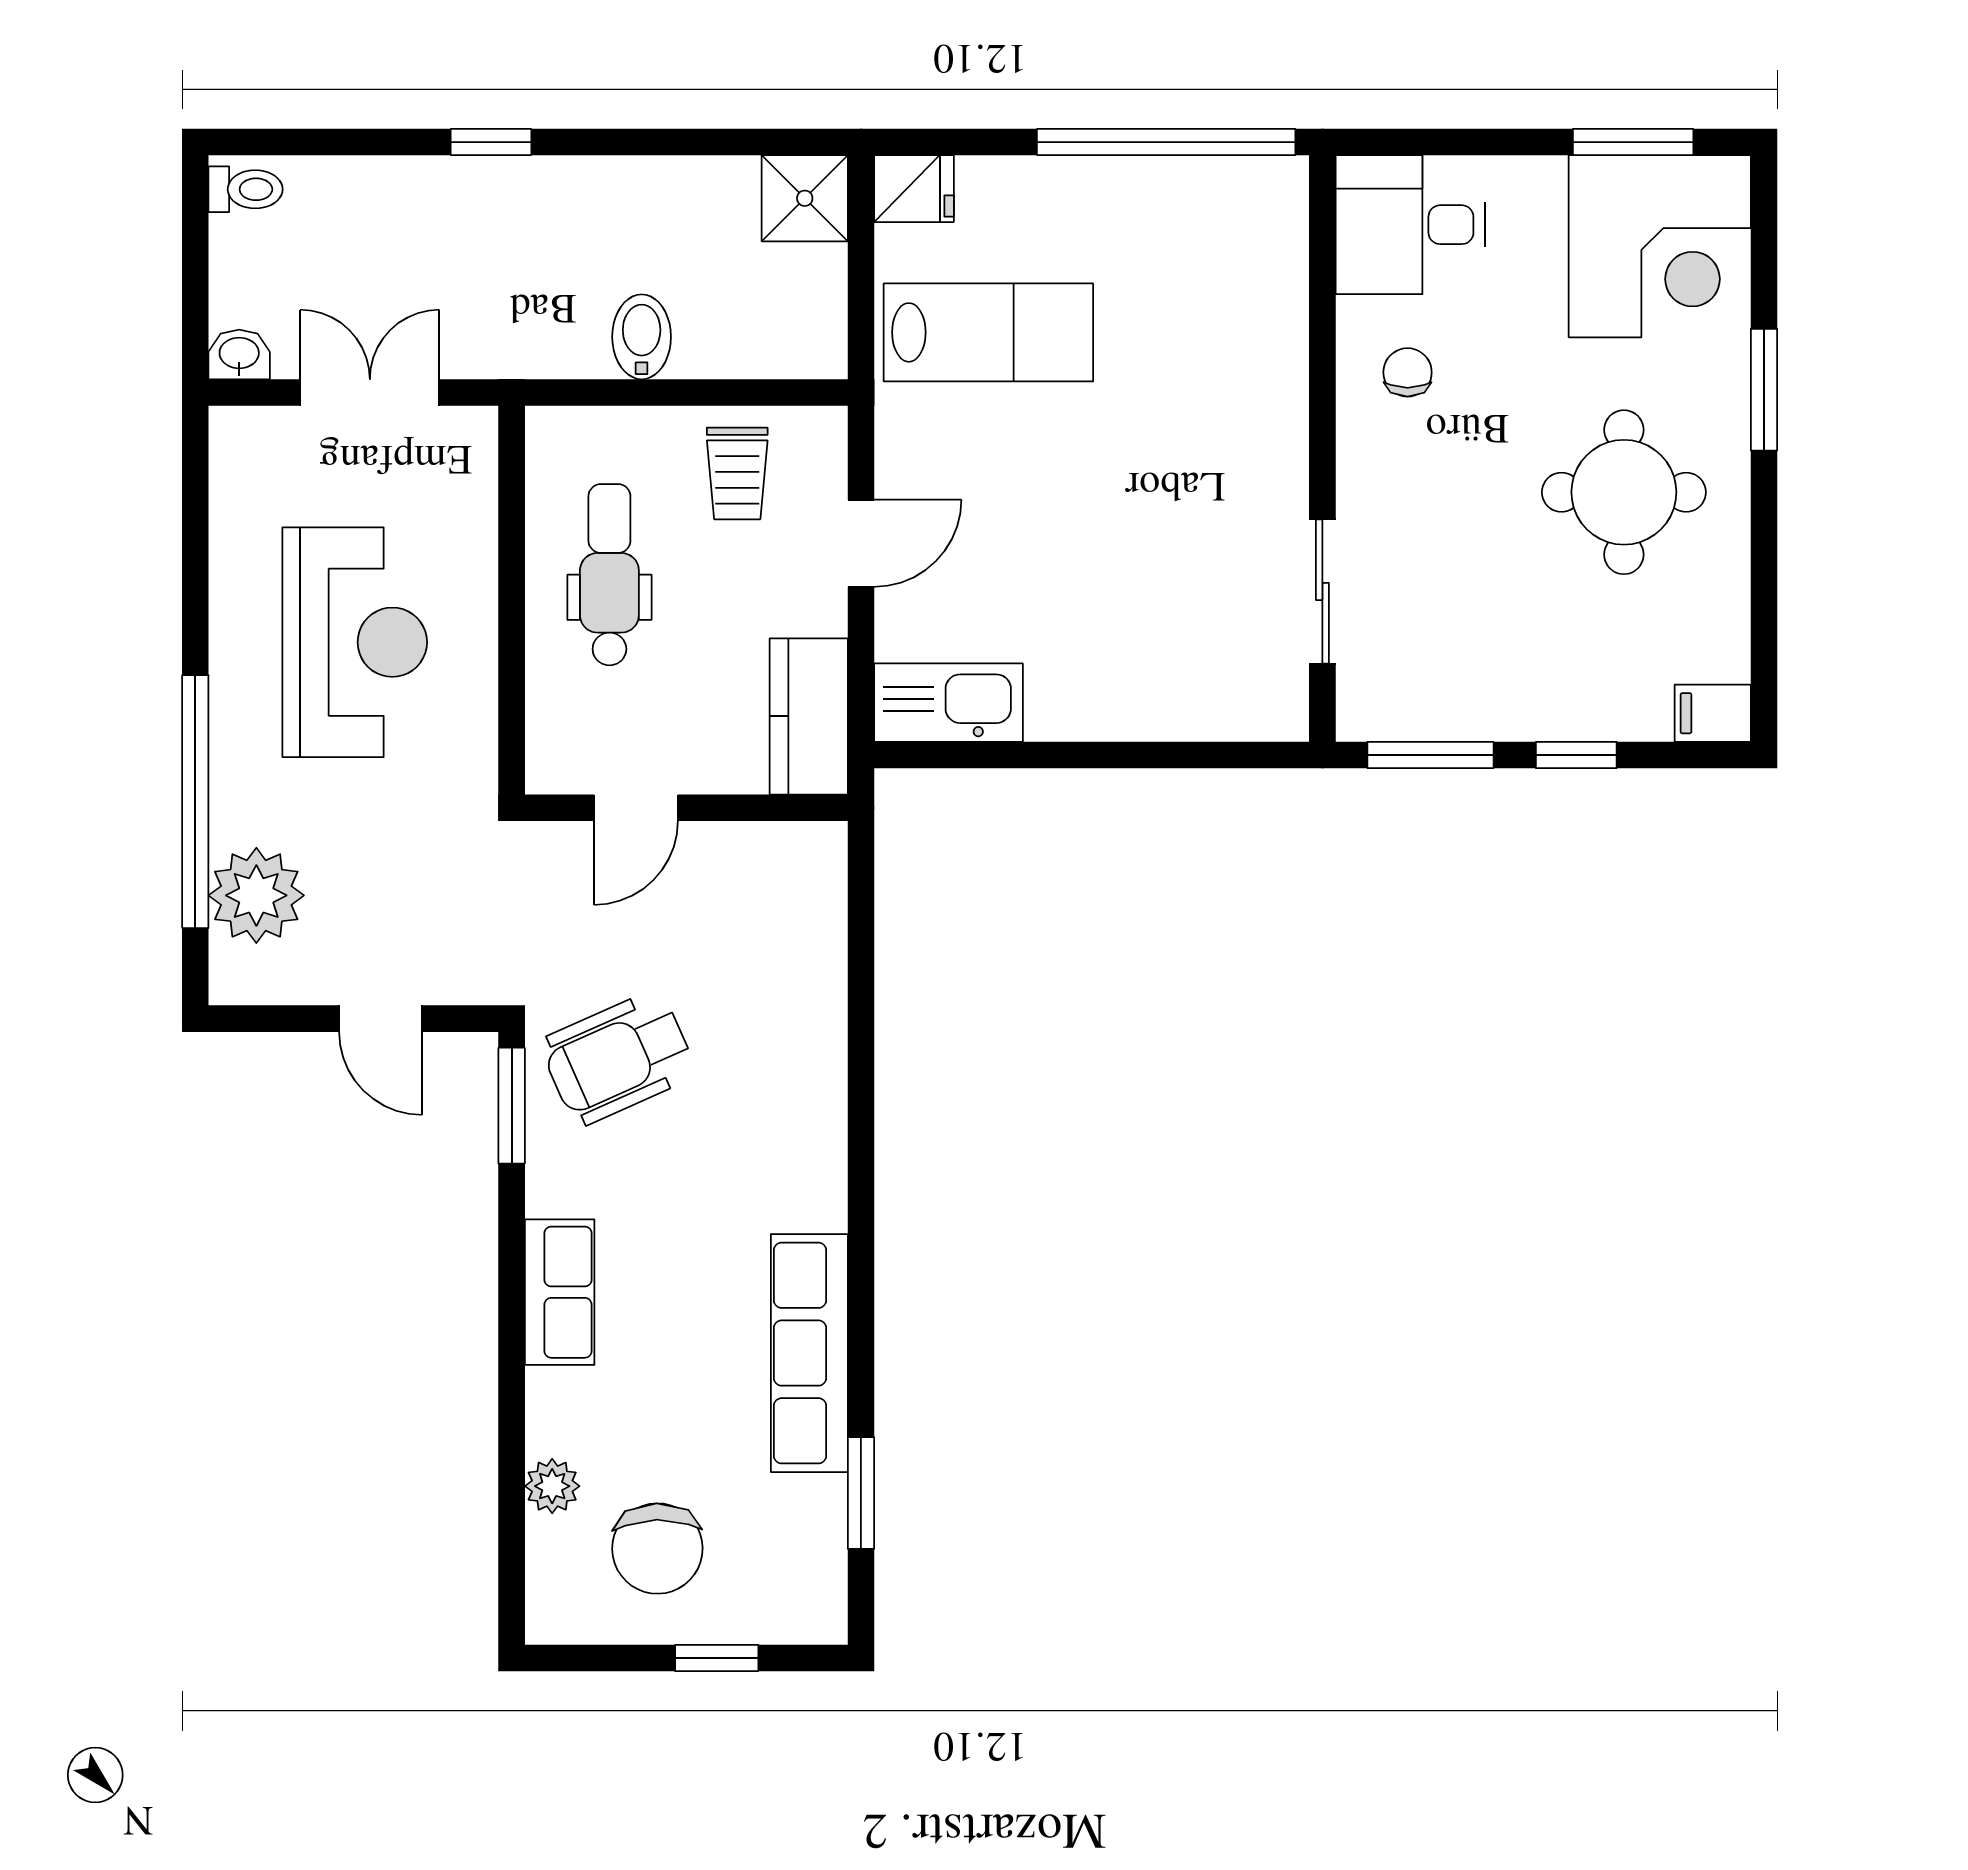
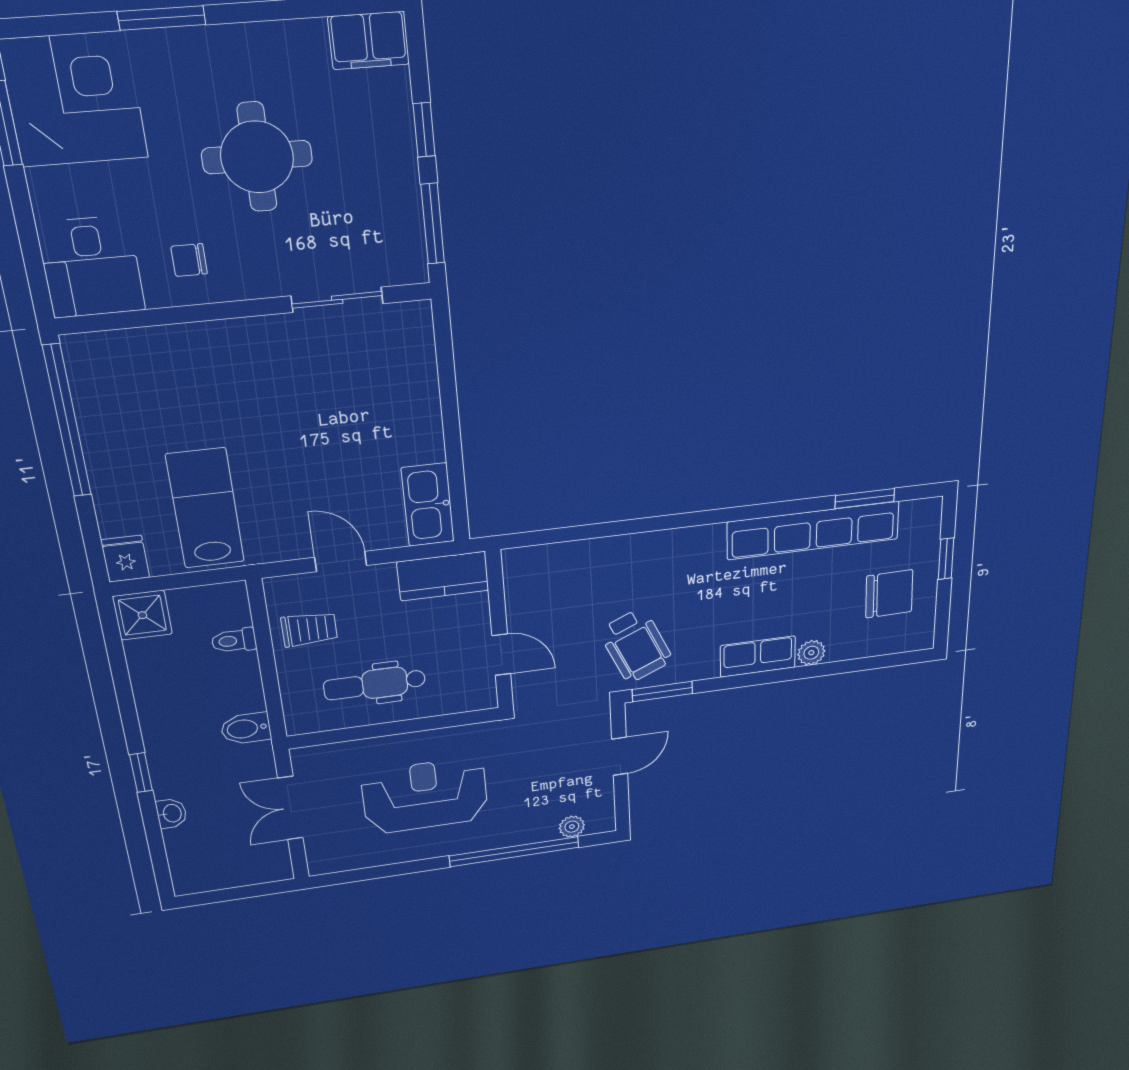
toilet: (246, 189) -> (234, 641), moved, turned -90
bidet: (642, 337) -> (246, 729), moved
washbasin: (239, 354) -> (171, 813), moved, turned 180
round table: (1624, 492) -> (257, 157), moved
filing cabinet: (1713, 713) -> (369, 41), width x2.00
plant: (256, 895) -> (572, 827), width x0.53, depth x0.53
row of seats: (809, 1353) -> (813, 530), width x1.36
plant: (552, 1486) -> (811, 653), moved

